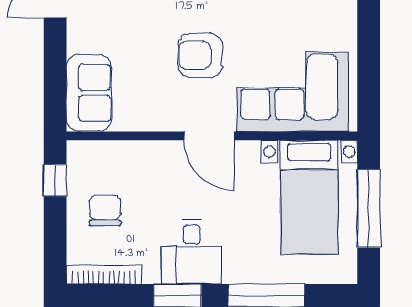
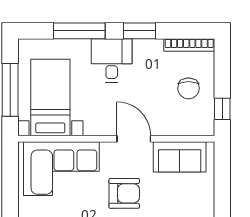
sofa: (89, 93) -> (180, 157), moved, turned -90
door: (209, 136) -> (134, 139), moved
desk: (192, 252) -> (112, 60), moved

